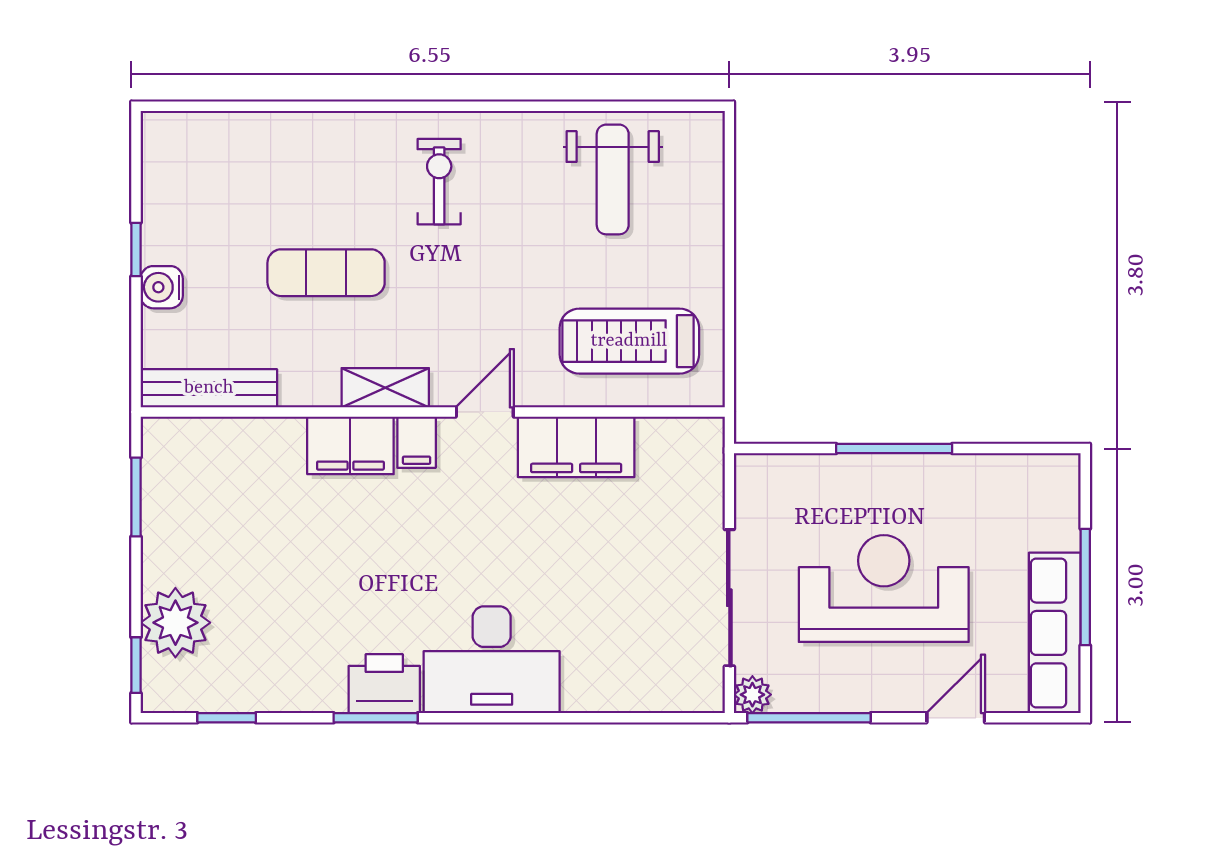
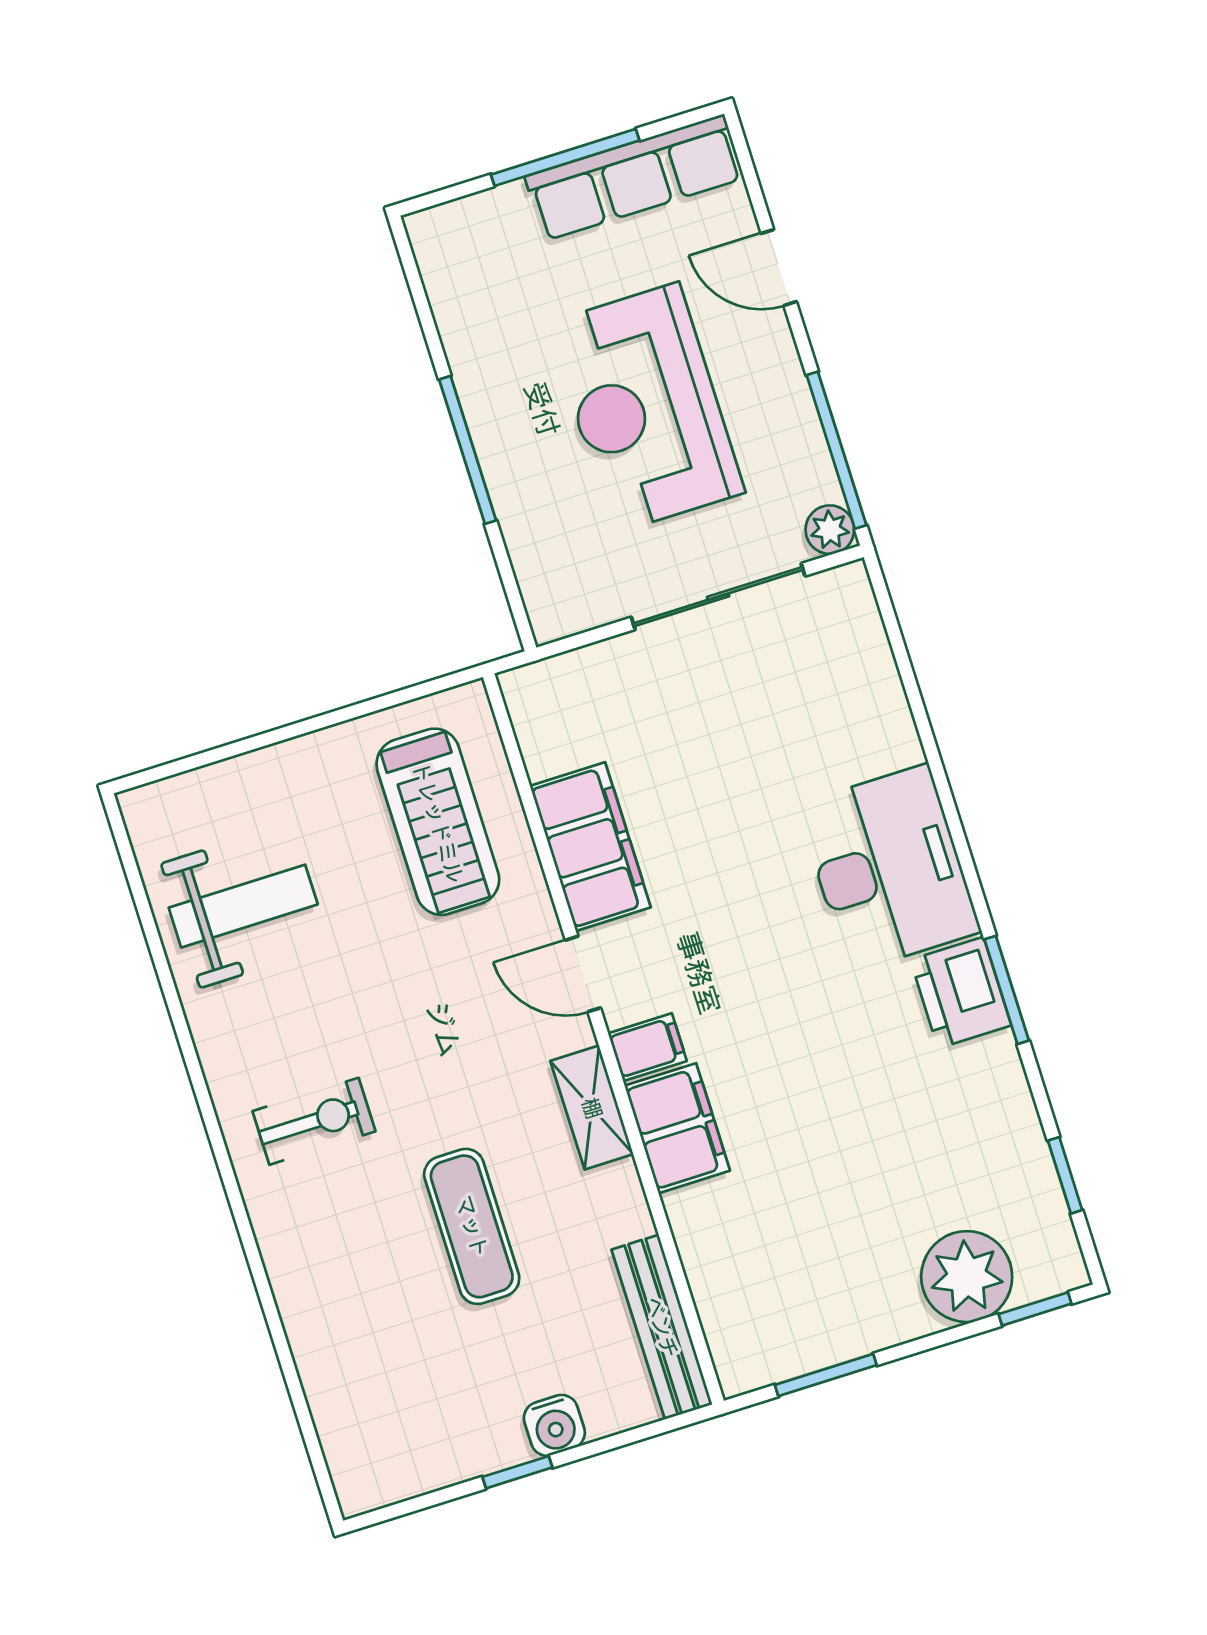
exercise bike: (439, 182) -> (314, 1121), turned 180

